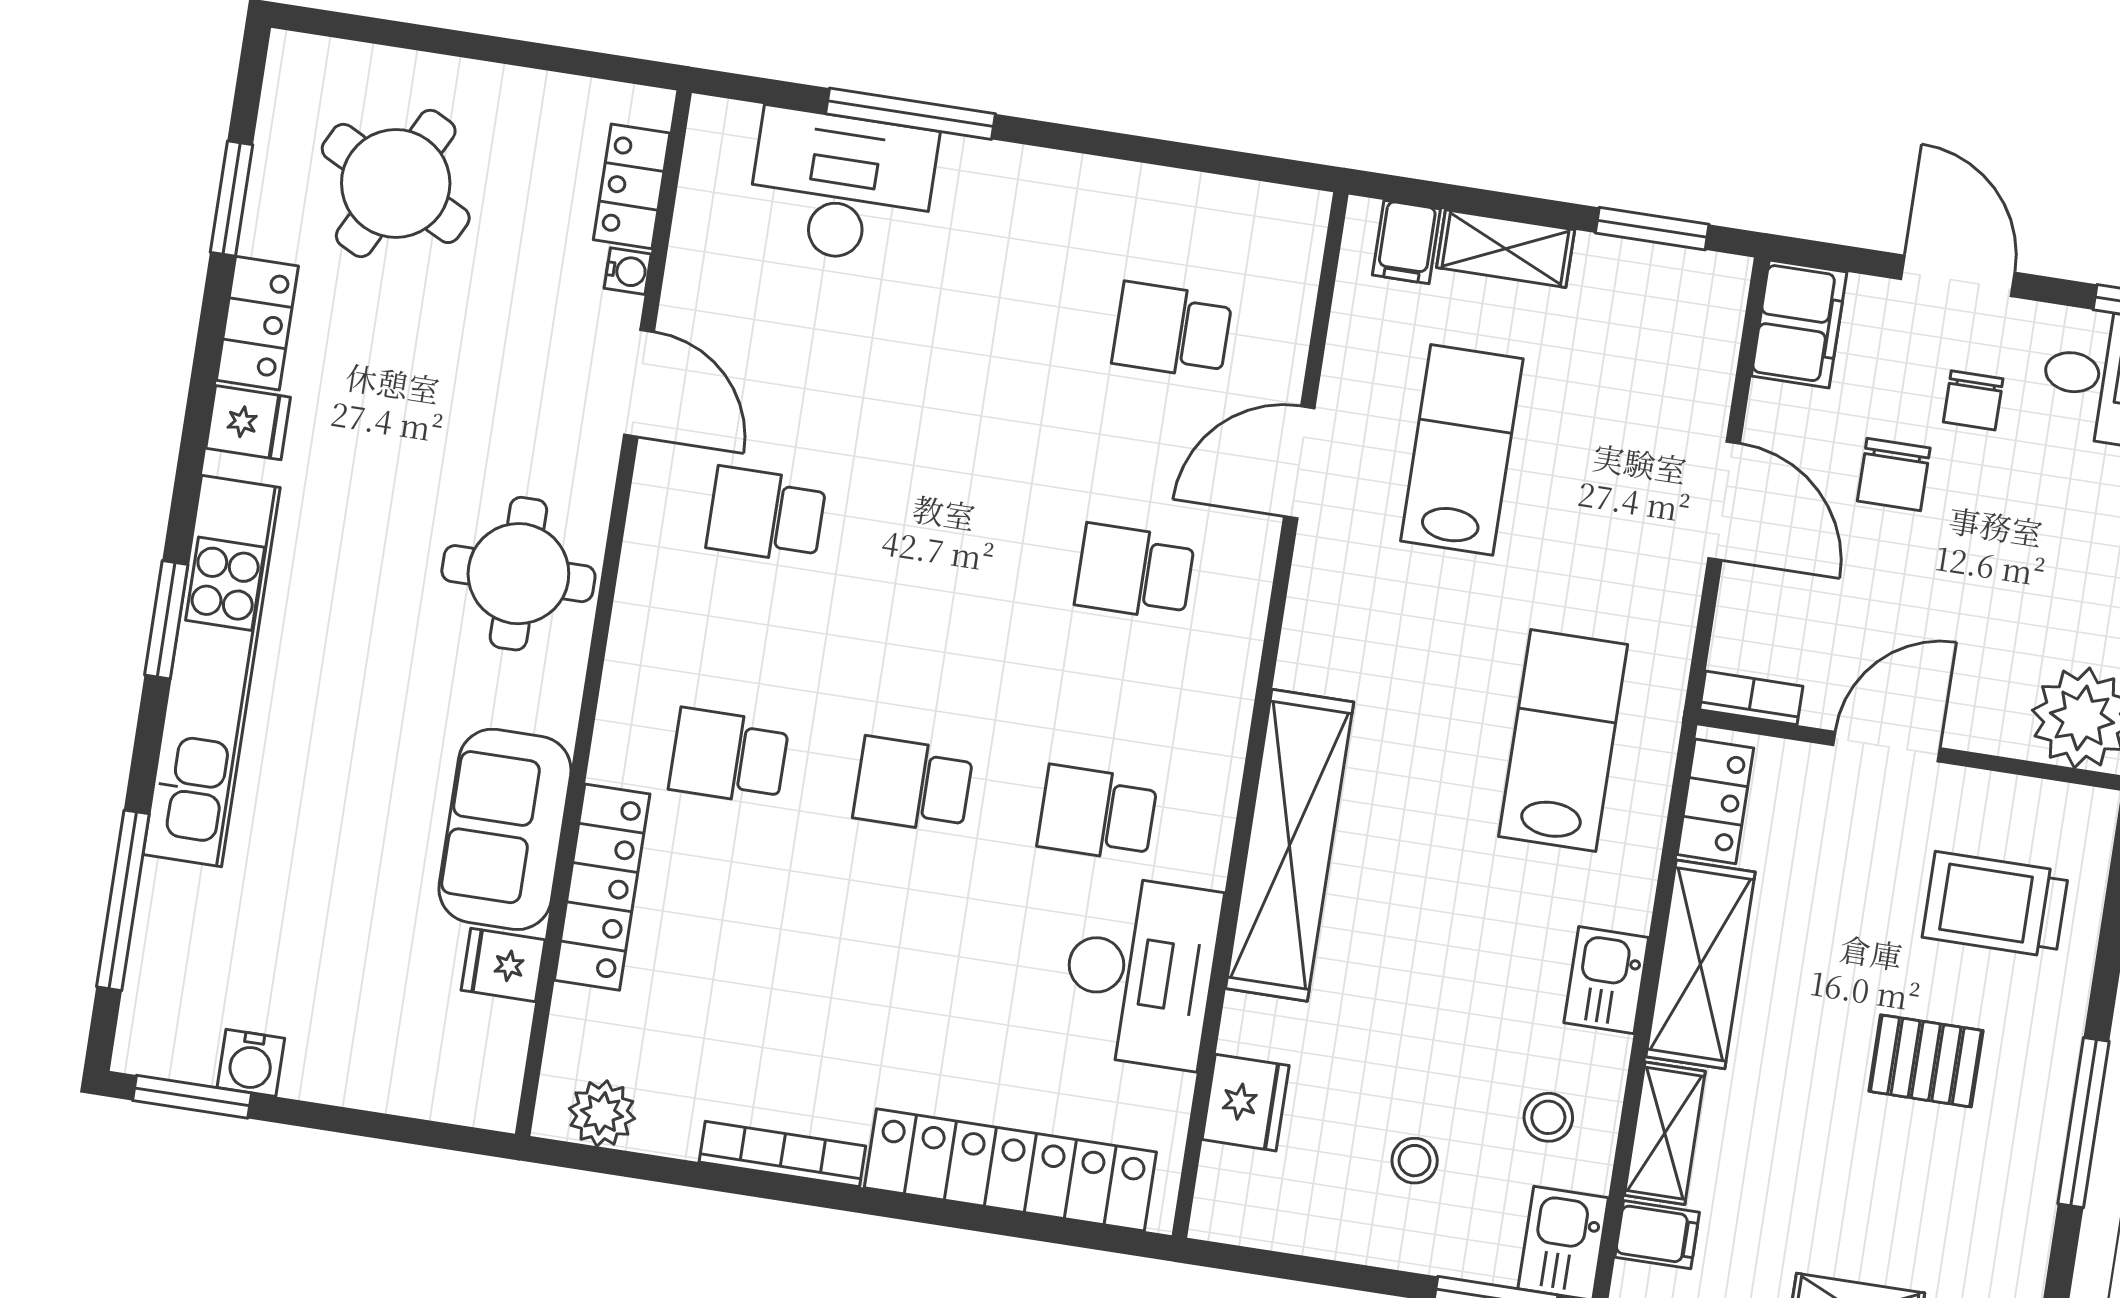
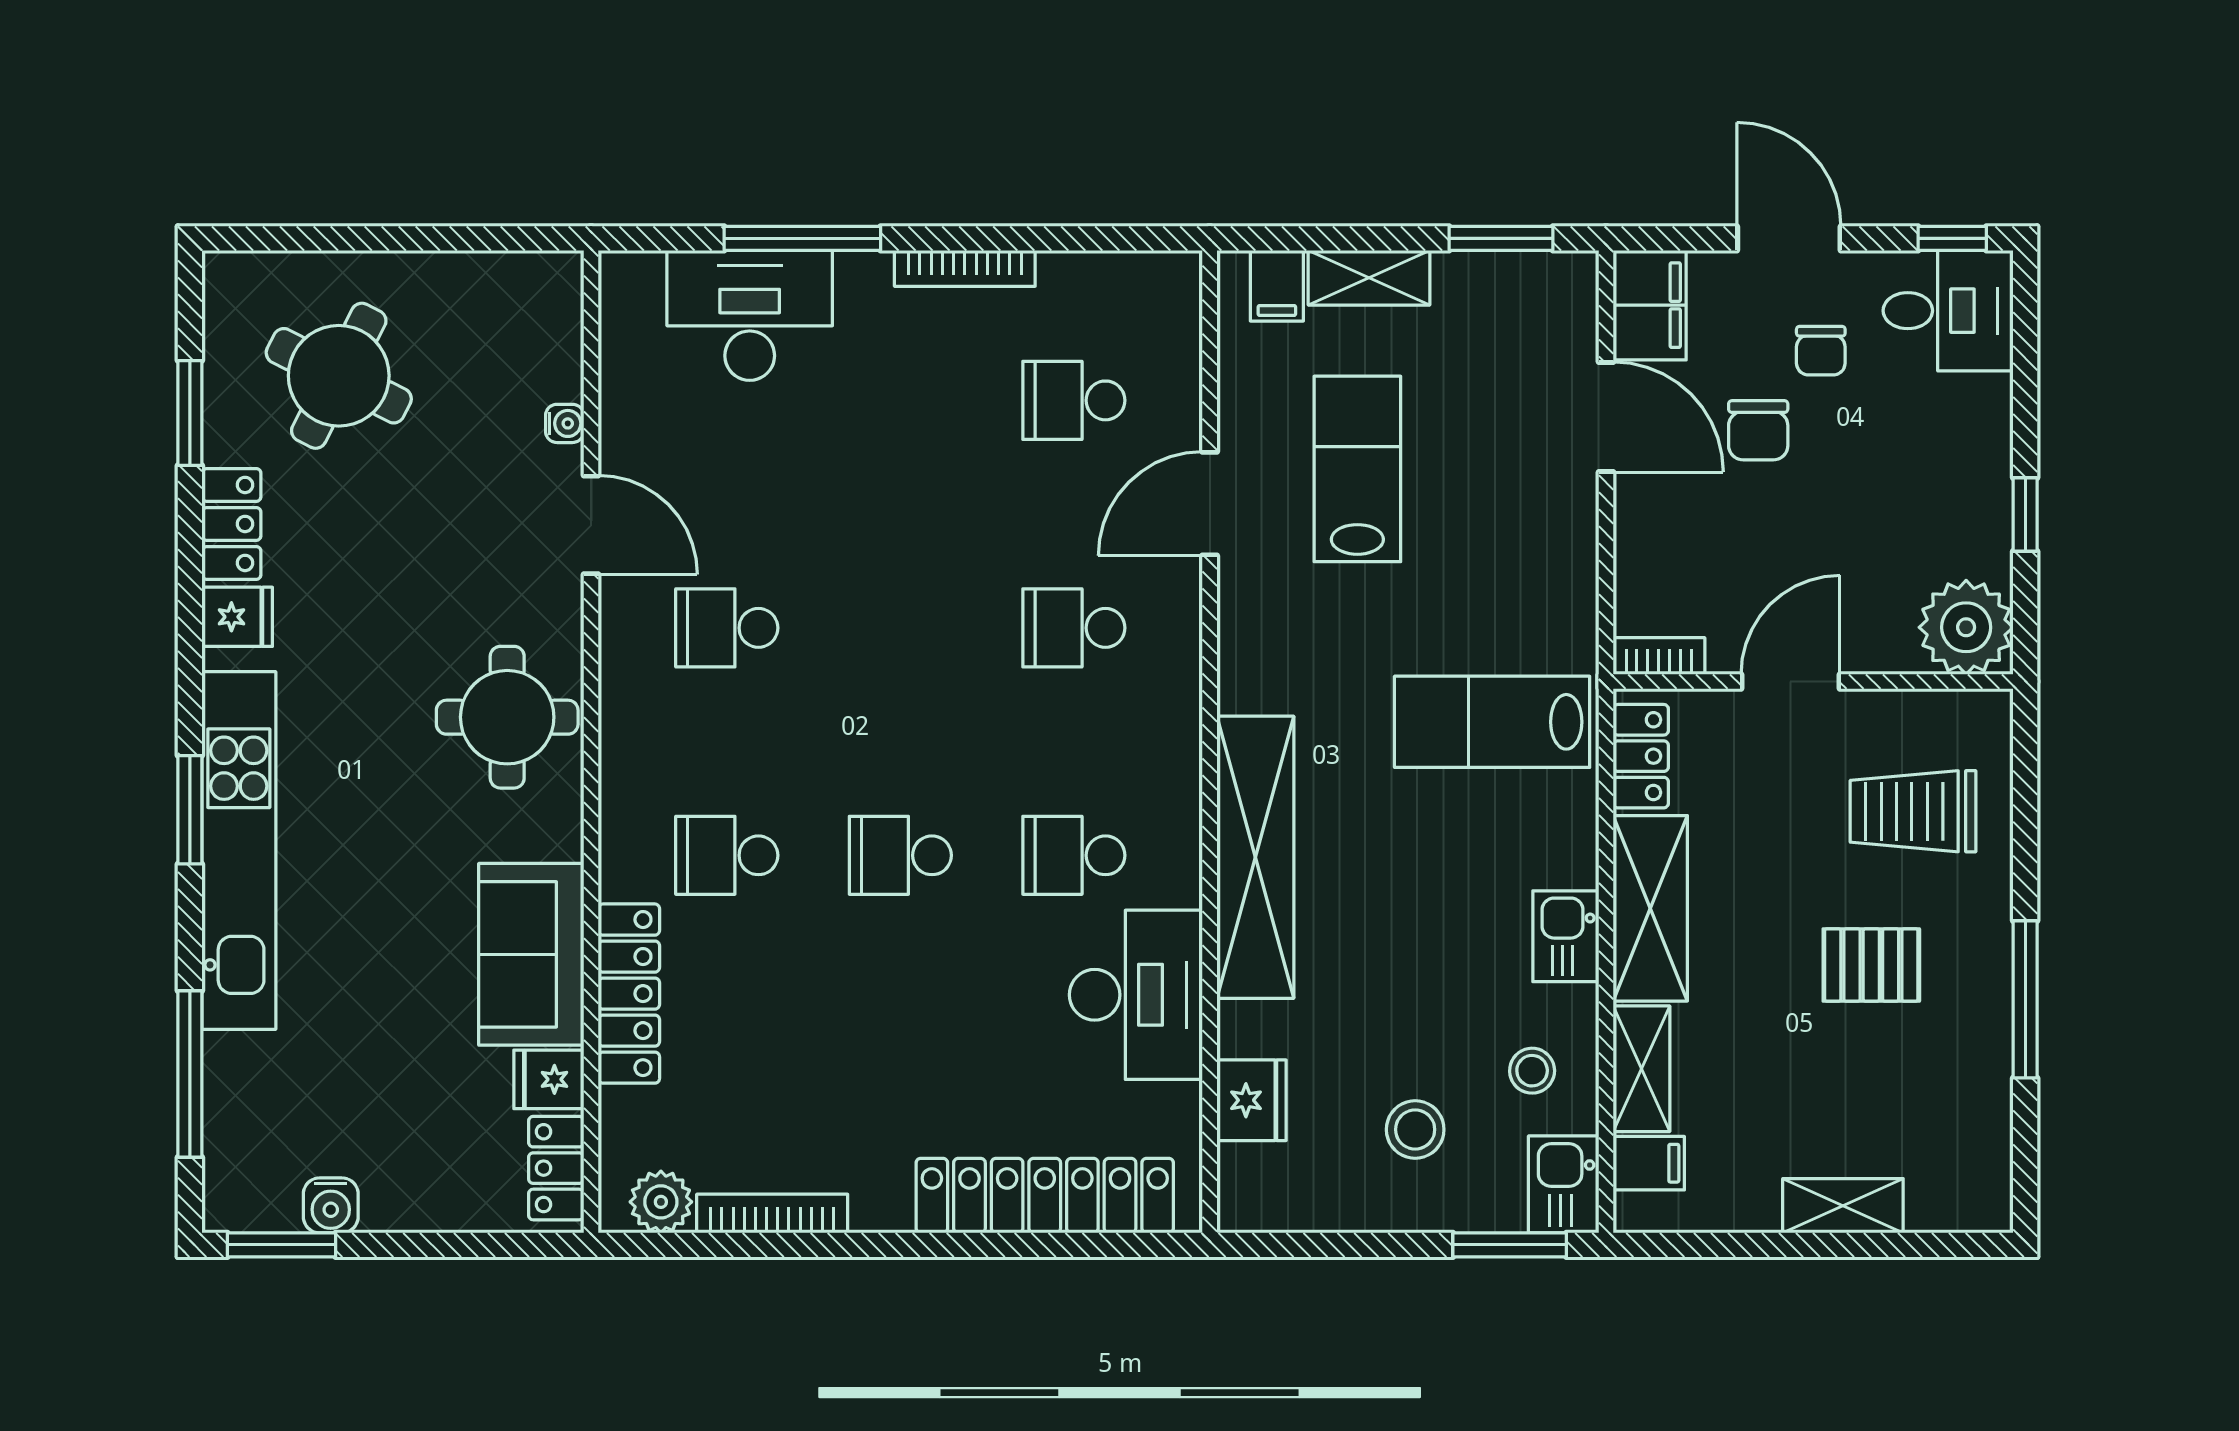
bookcase: (1078, 172) -> (965, 268), added
locker: (632, 186) -> (556, 1168), moved
door: (1724, 501) -> (1606, 417), moved
lab bench: (1563, 740) -> (1492, 722), turned -90
bookcase: (782, 1154) -> (772, 1214), moved
stool: (1415, 1161) -> (1415, 1130), width x1.37, depth x1.37

